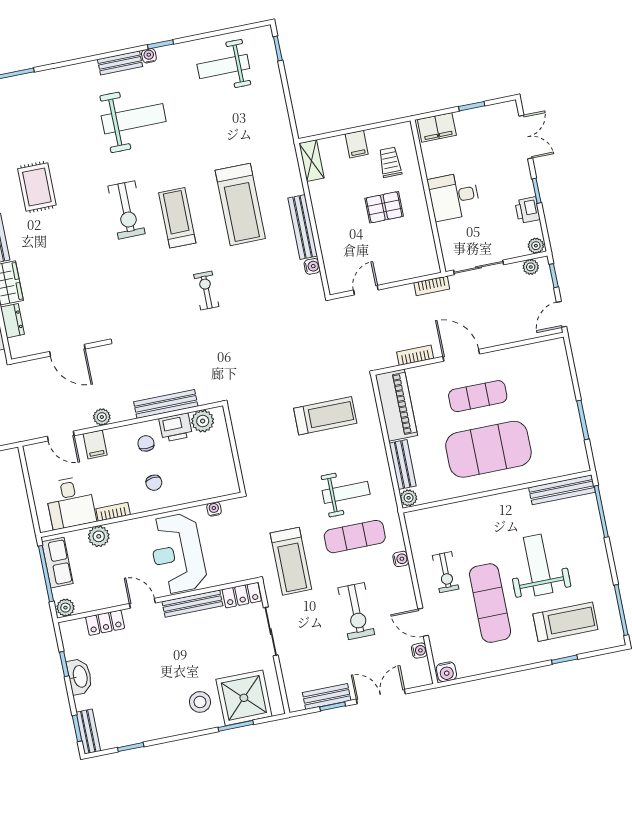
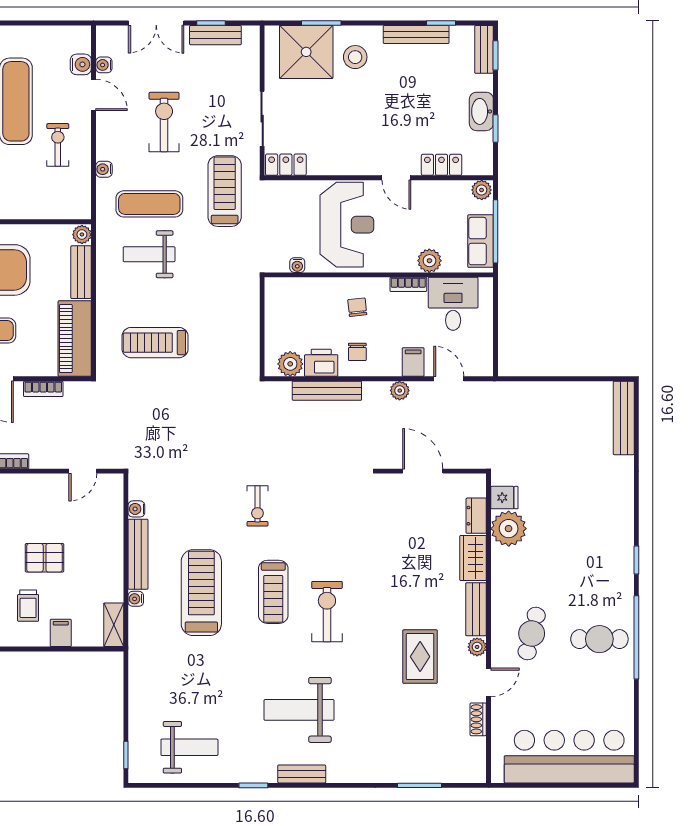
water cooler: (149, 56) -> (136, 599), moved, turned 90
bench: (192, 604) -> (416, 35), moved
water cooler: (446, 672) -> (81, 64), moved, turned 90

